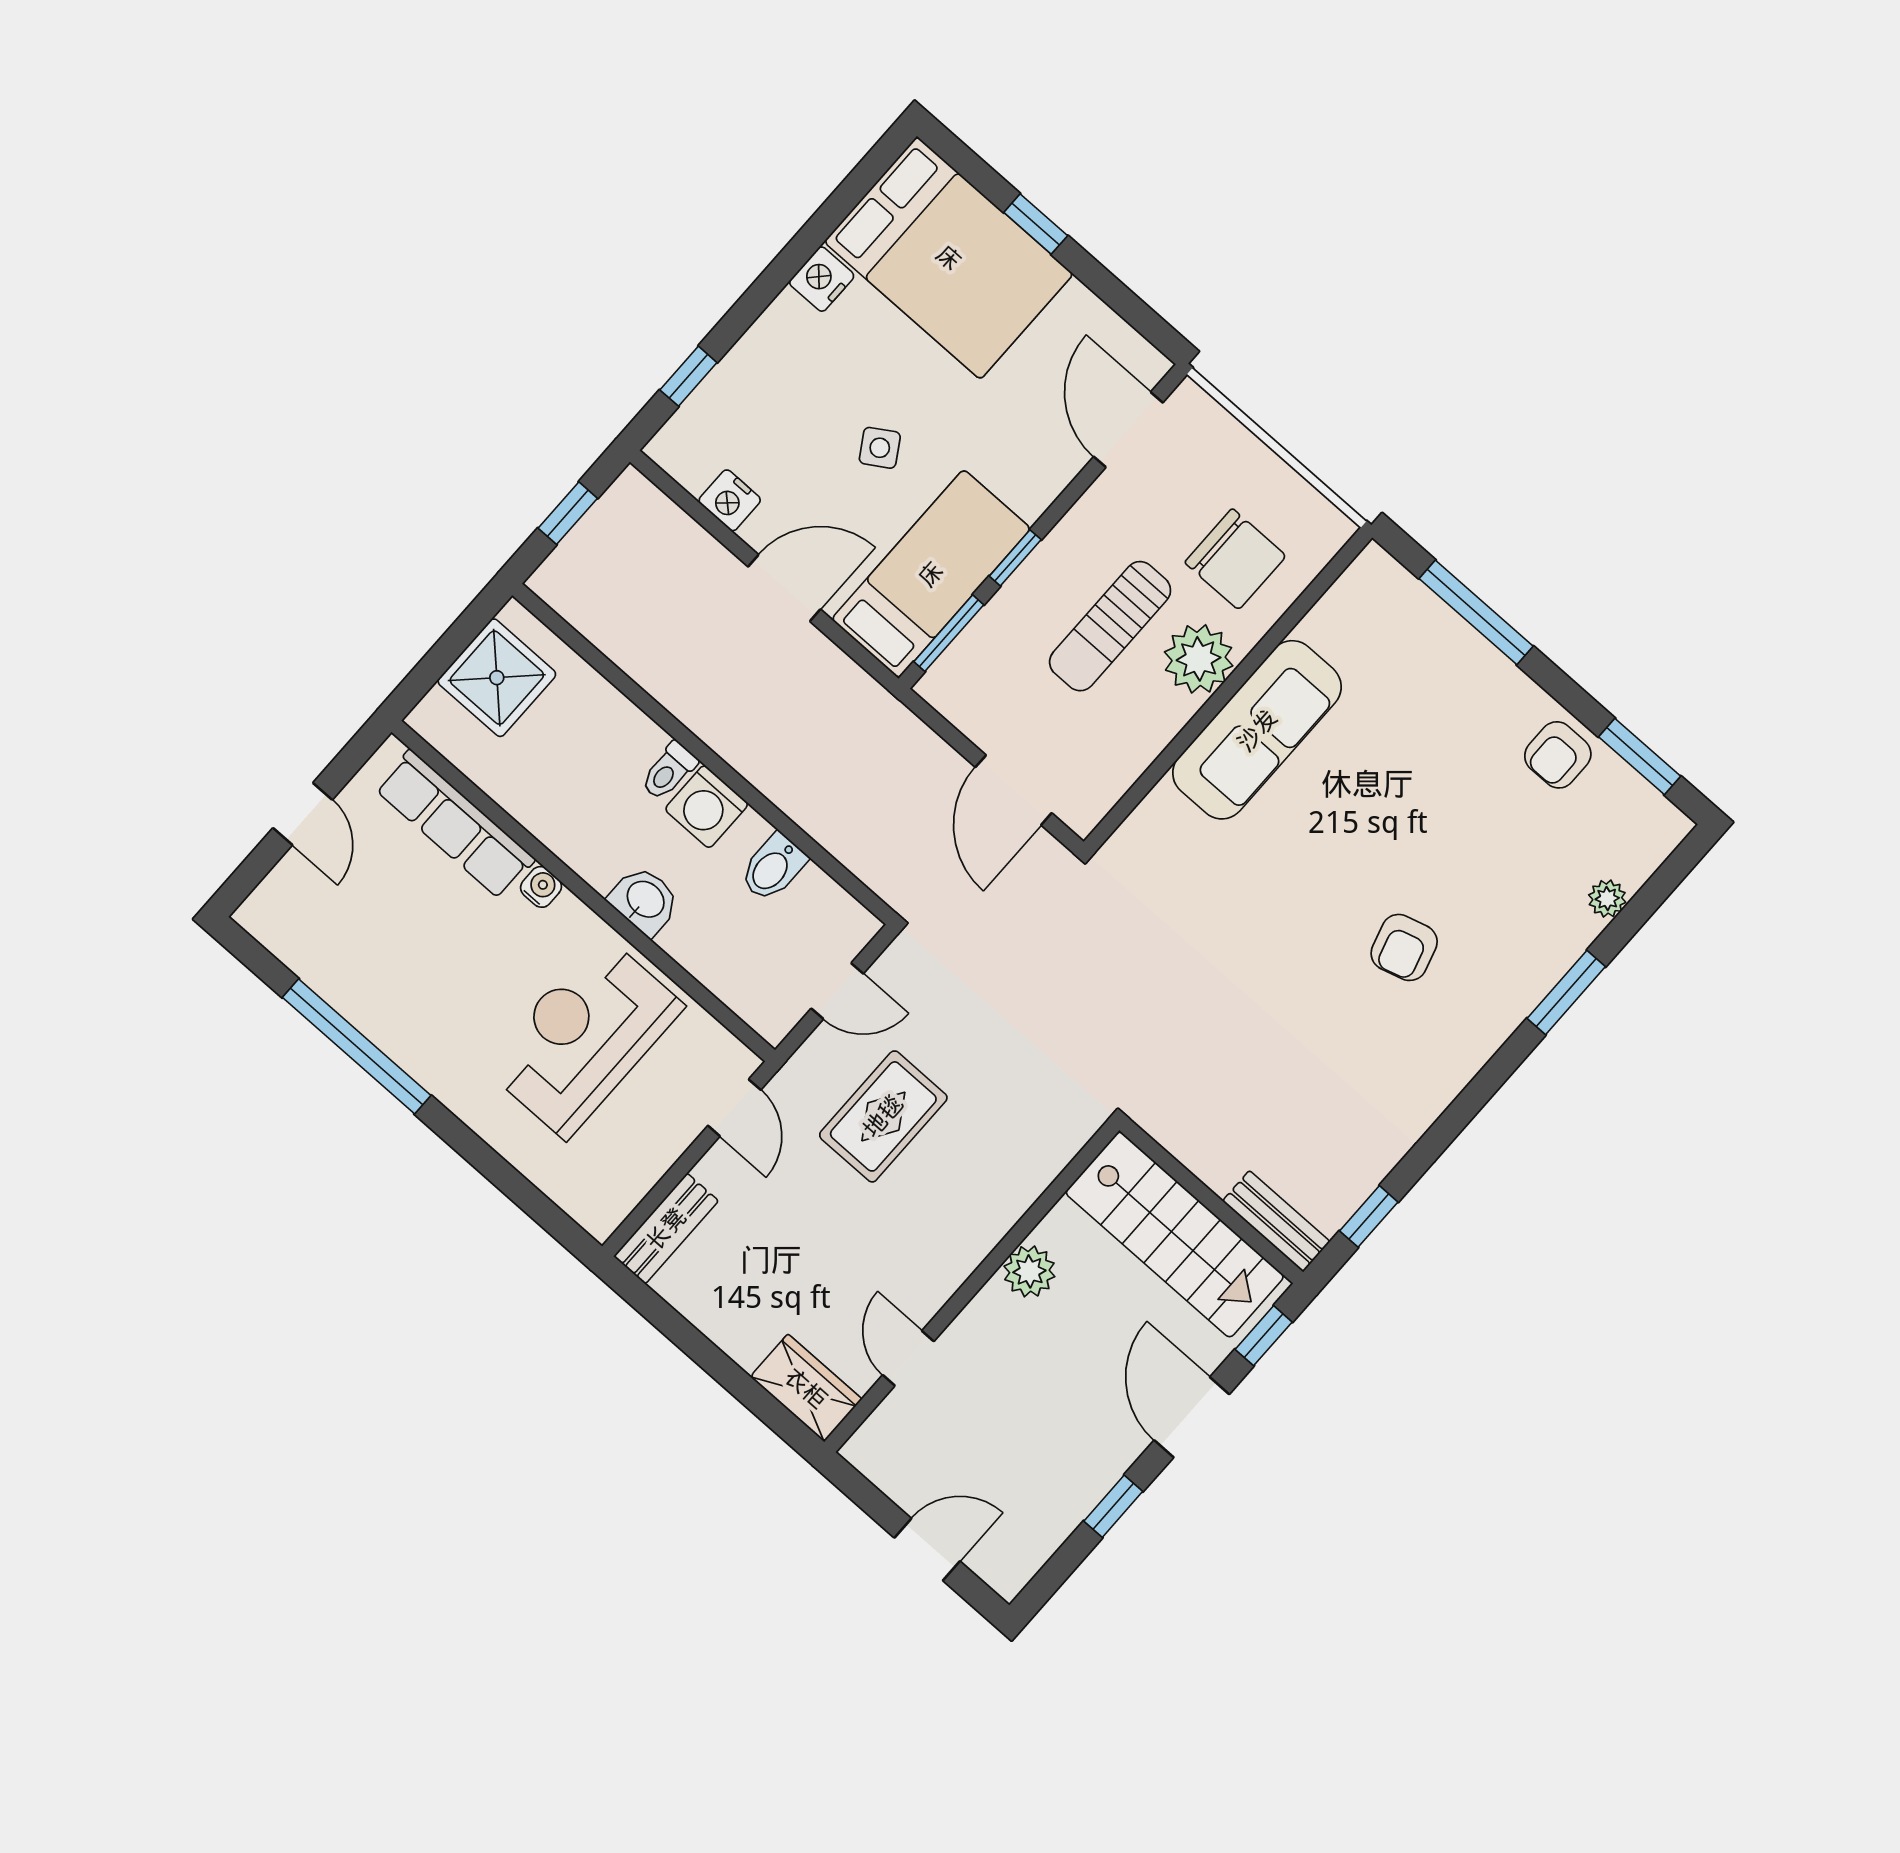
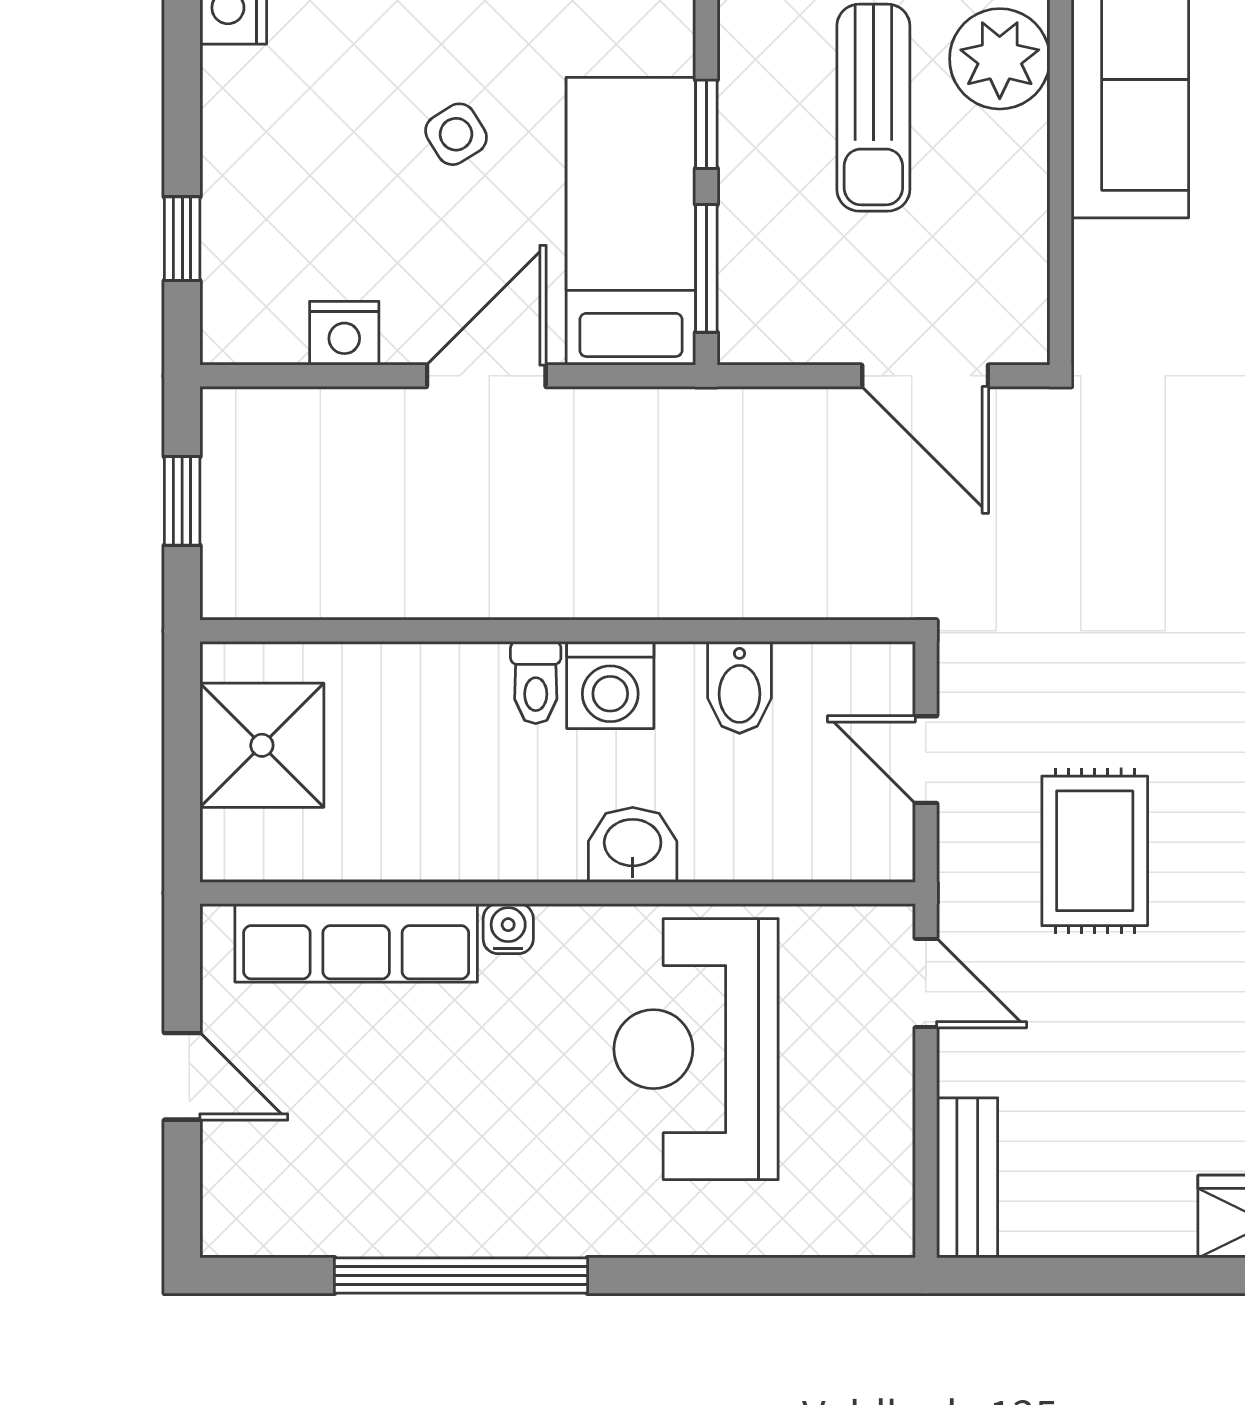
door: (837, 991) -> (926, 760), swing flipped

